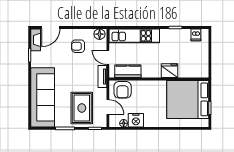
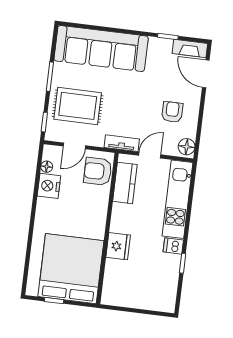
dishwasher: (196, 35) -> (173, 246), moved

